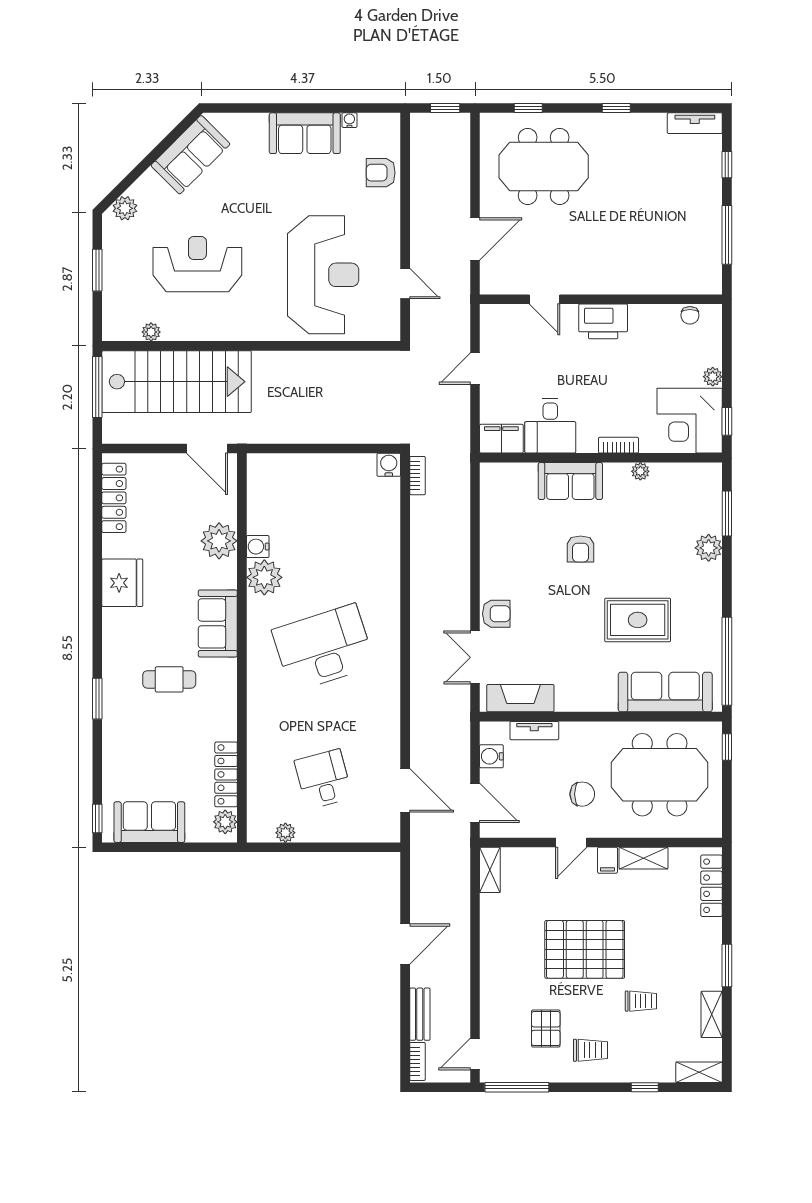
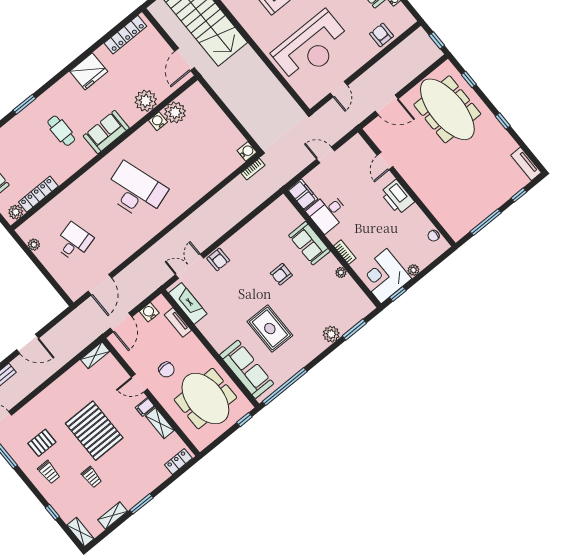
meeting table: (544, 166) -> (447, 109), width x1.36
plant: (264, 577) -> (175, 112), moved
locker: (712, 886) -> (178, 462), width x0.66

